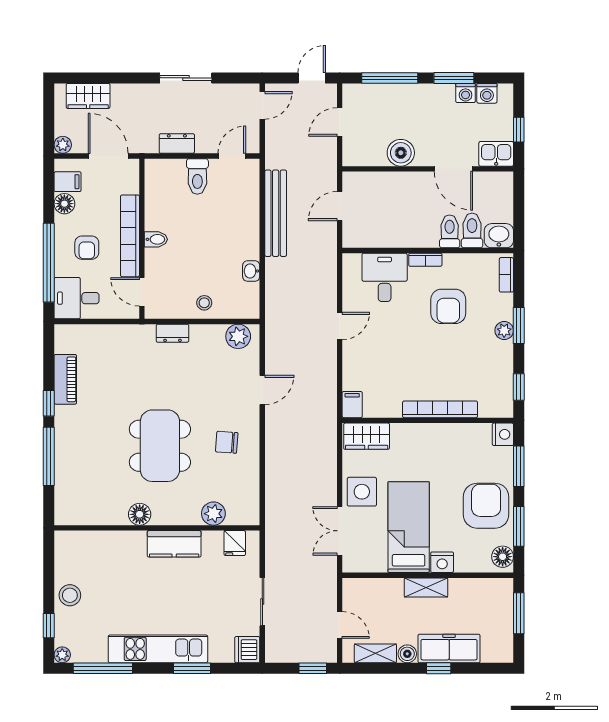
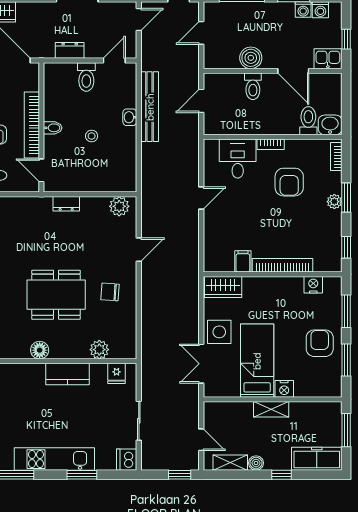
toilet: (450, 231) -> (253, 86), moved, turned 180
washbasin: (251, 271) -> (130, 117), moved
stool: (204, 303) -> (92, 136), moved
filing cabinet: (352, 405) -> (243, 261), moved
nightstand: (503, 434) -> (313, 285), moved, turned -90
dining table: (160, 446) -> (56, 295), turned 90
armchair: (486, 506) -> (320, 343), width x0.73, depth x0.73
floor lamp: (503, 557) -> (333, 384), removed
freezer: (449, 649) -> (317, 459), moved

